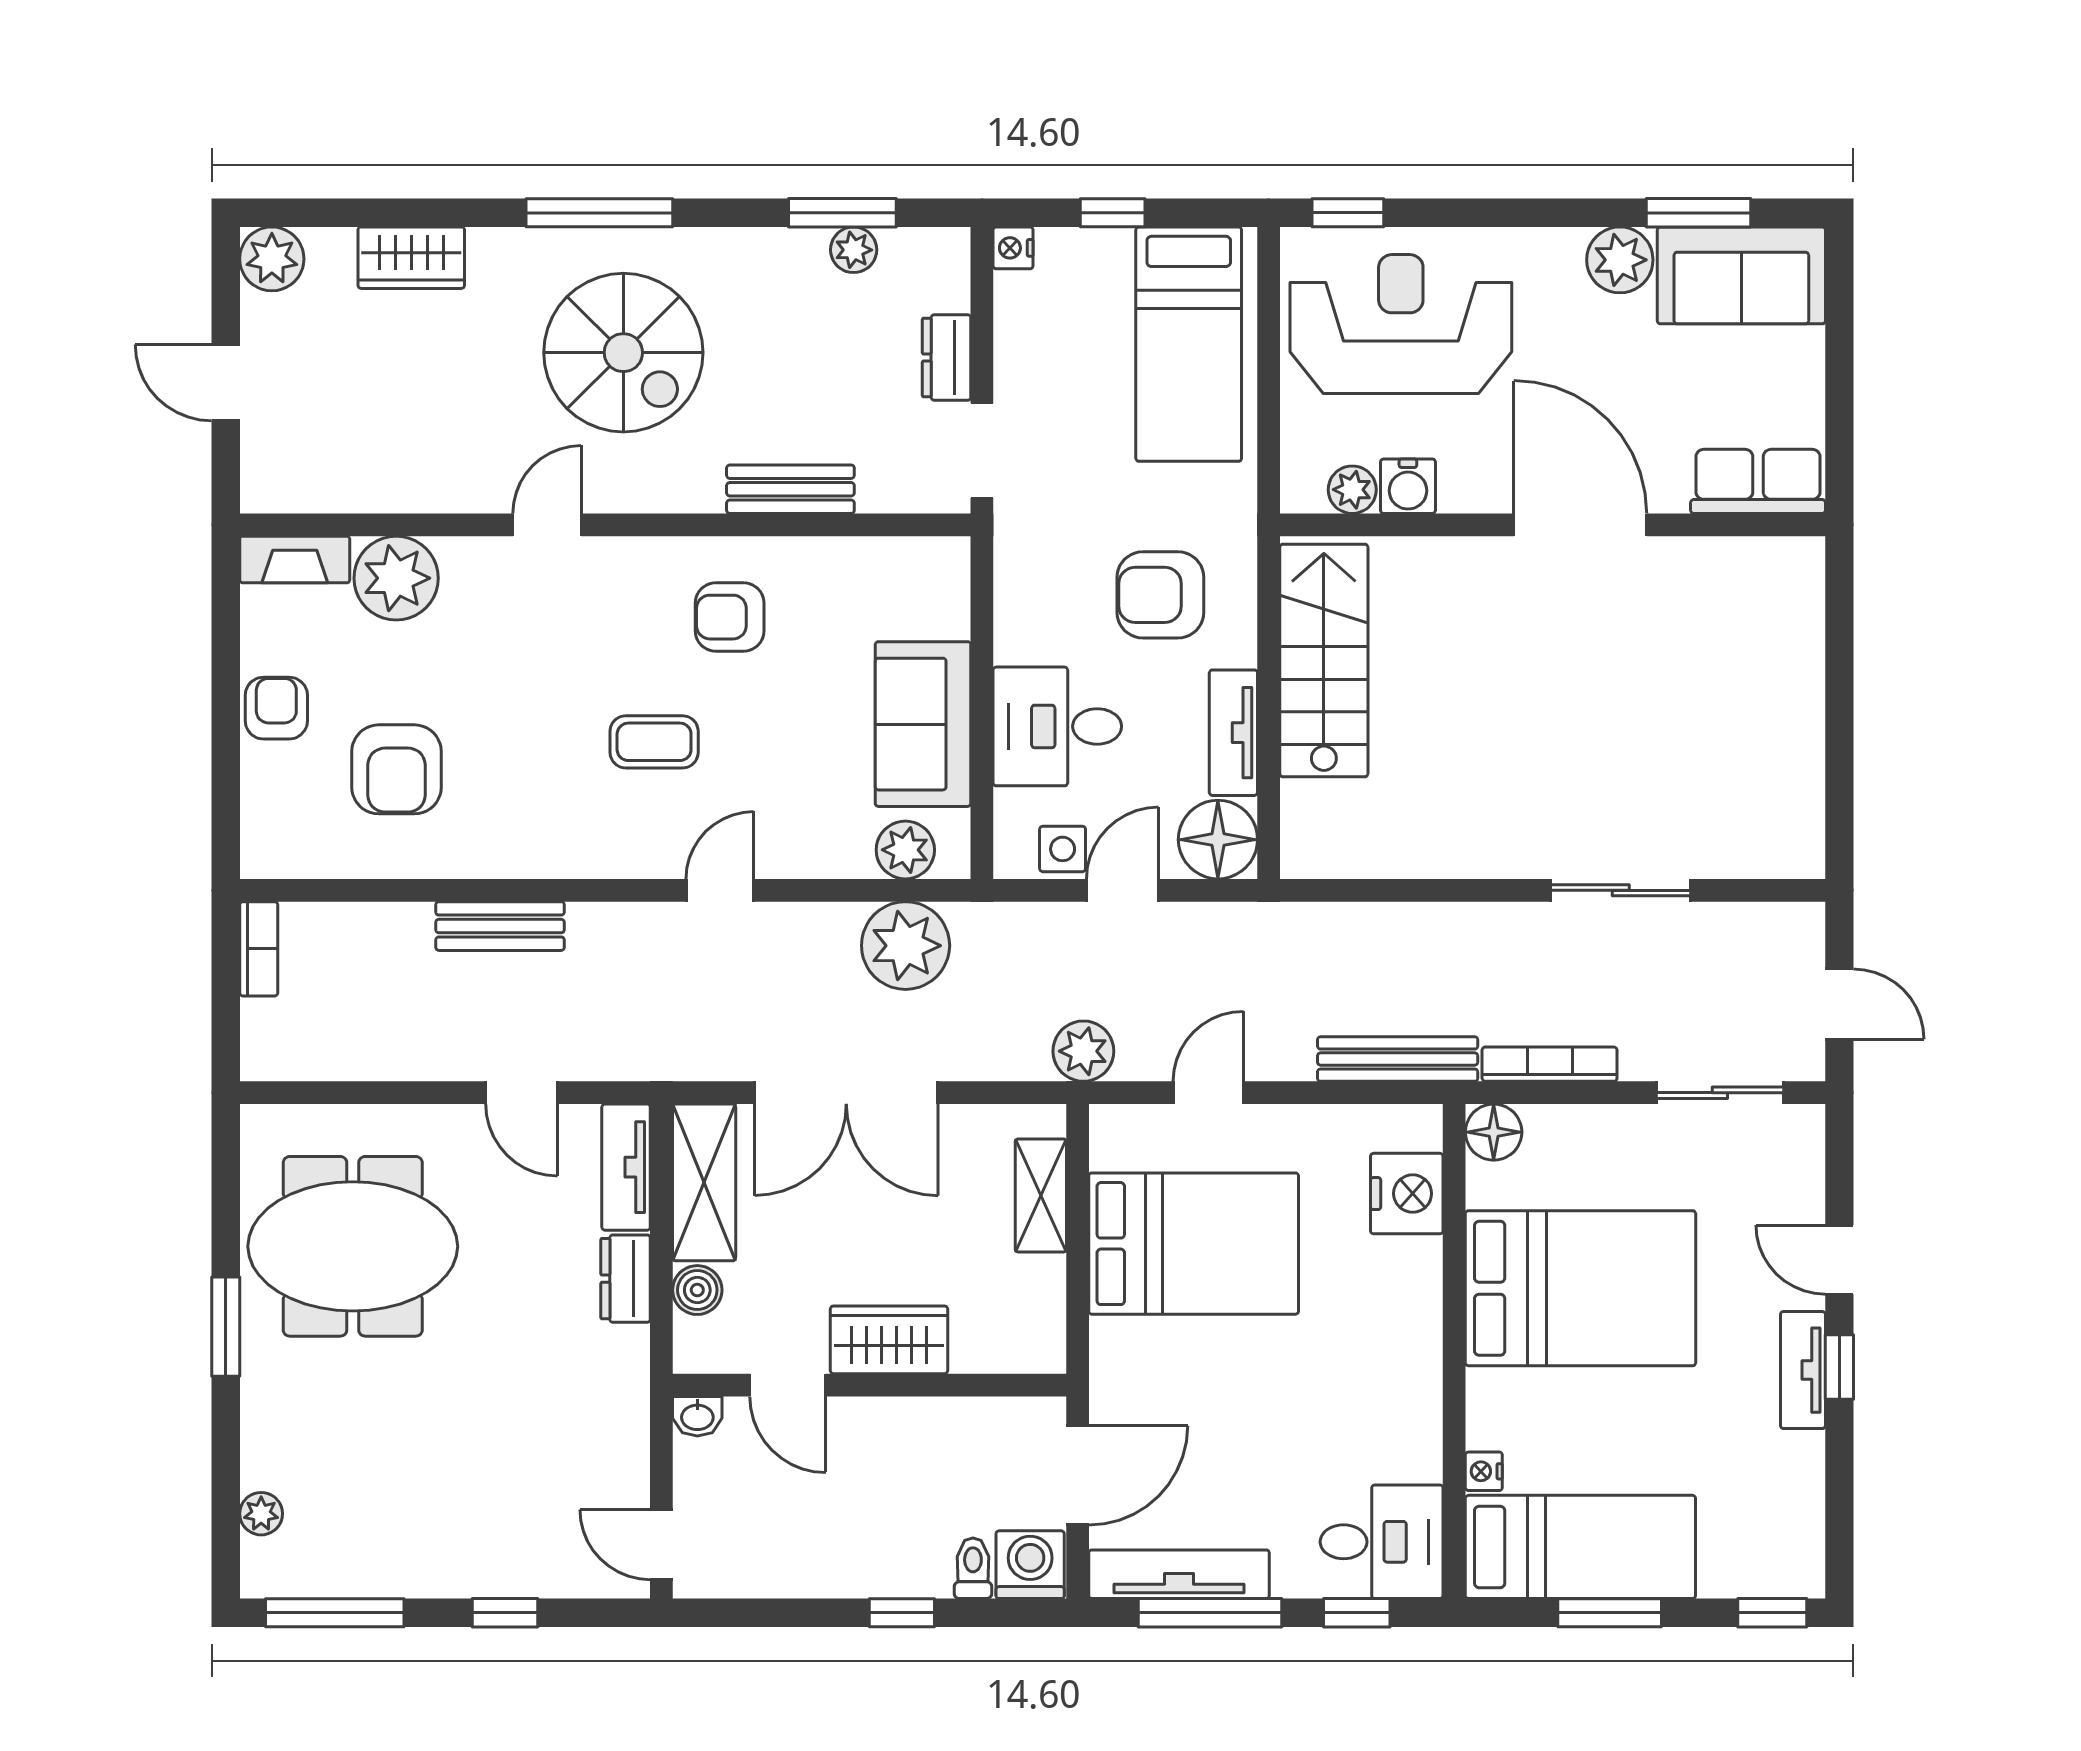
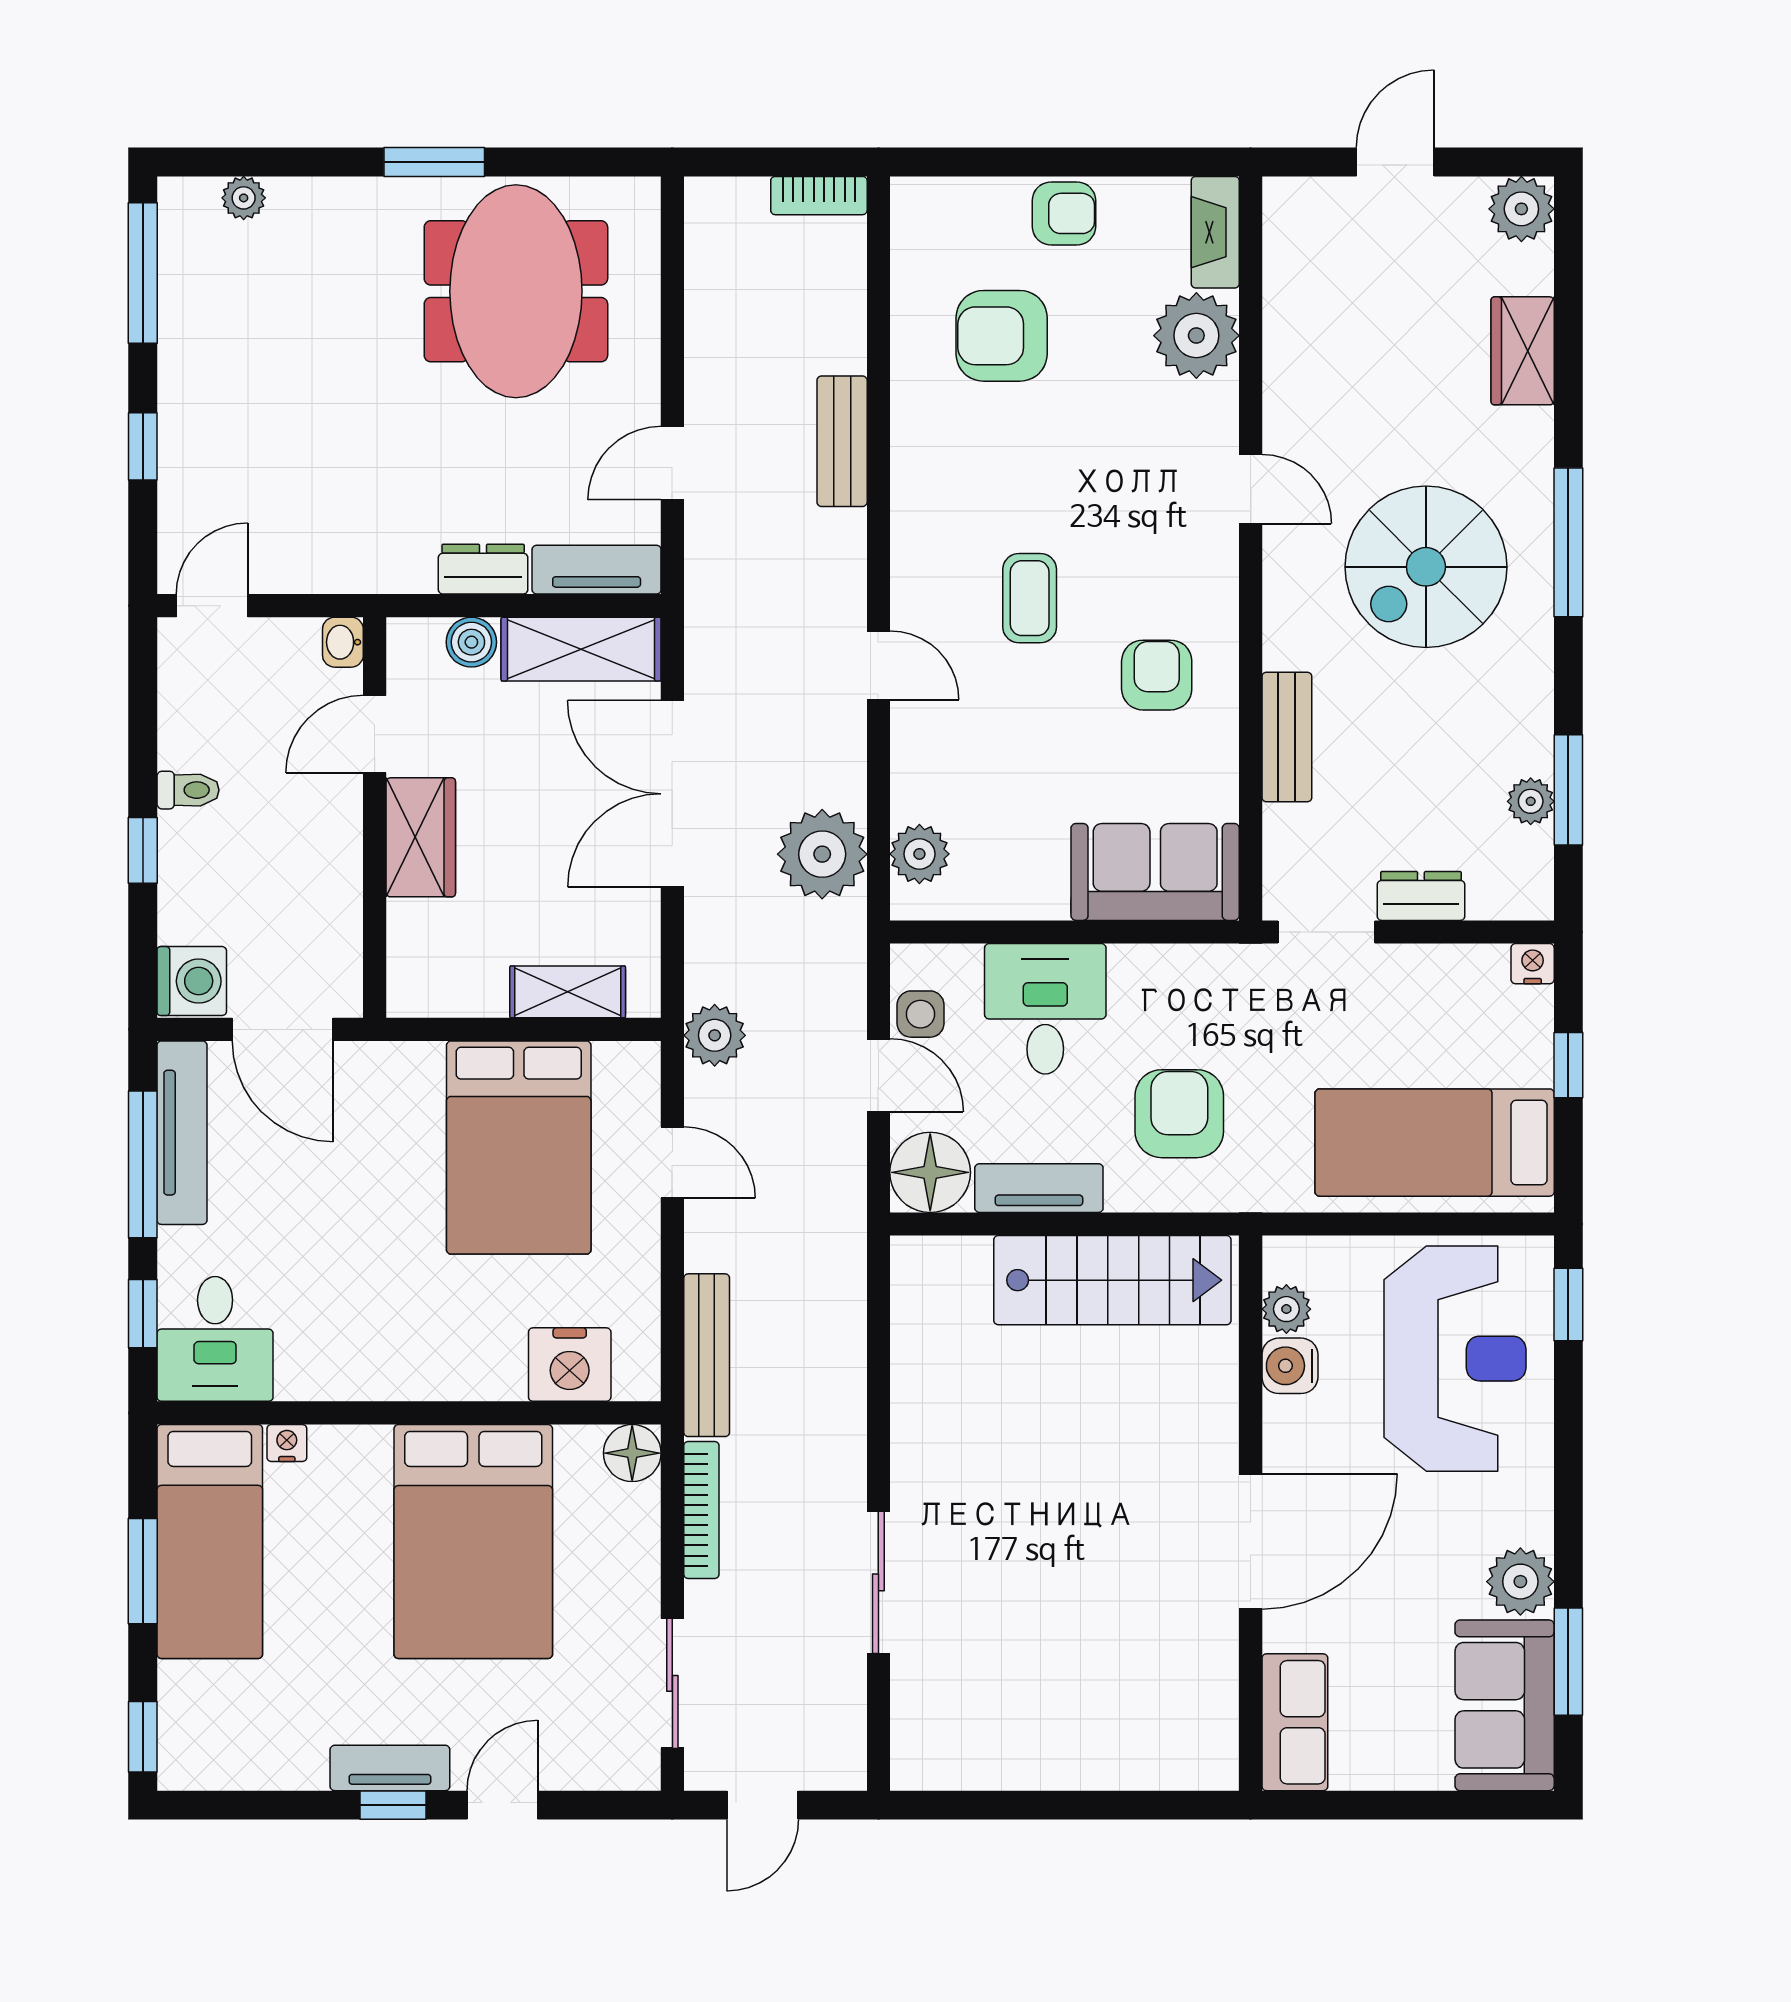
sofa: (923, 724) -> (1155, 872), moved
toilet: (973, 1568) -> (188, 790), moved

